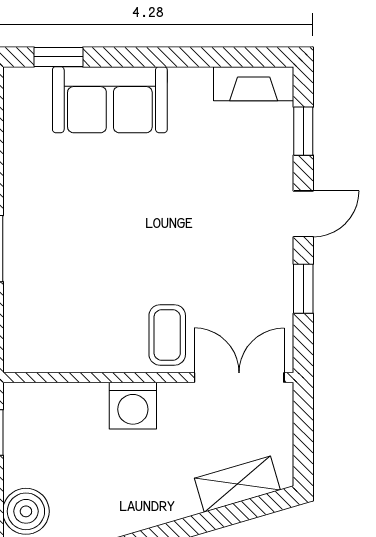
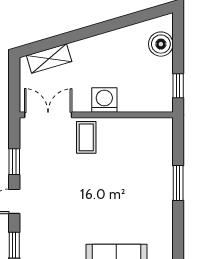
double door: (239, 377) -> (48, 115), swing flipped

